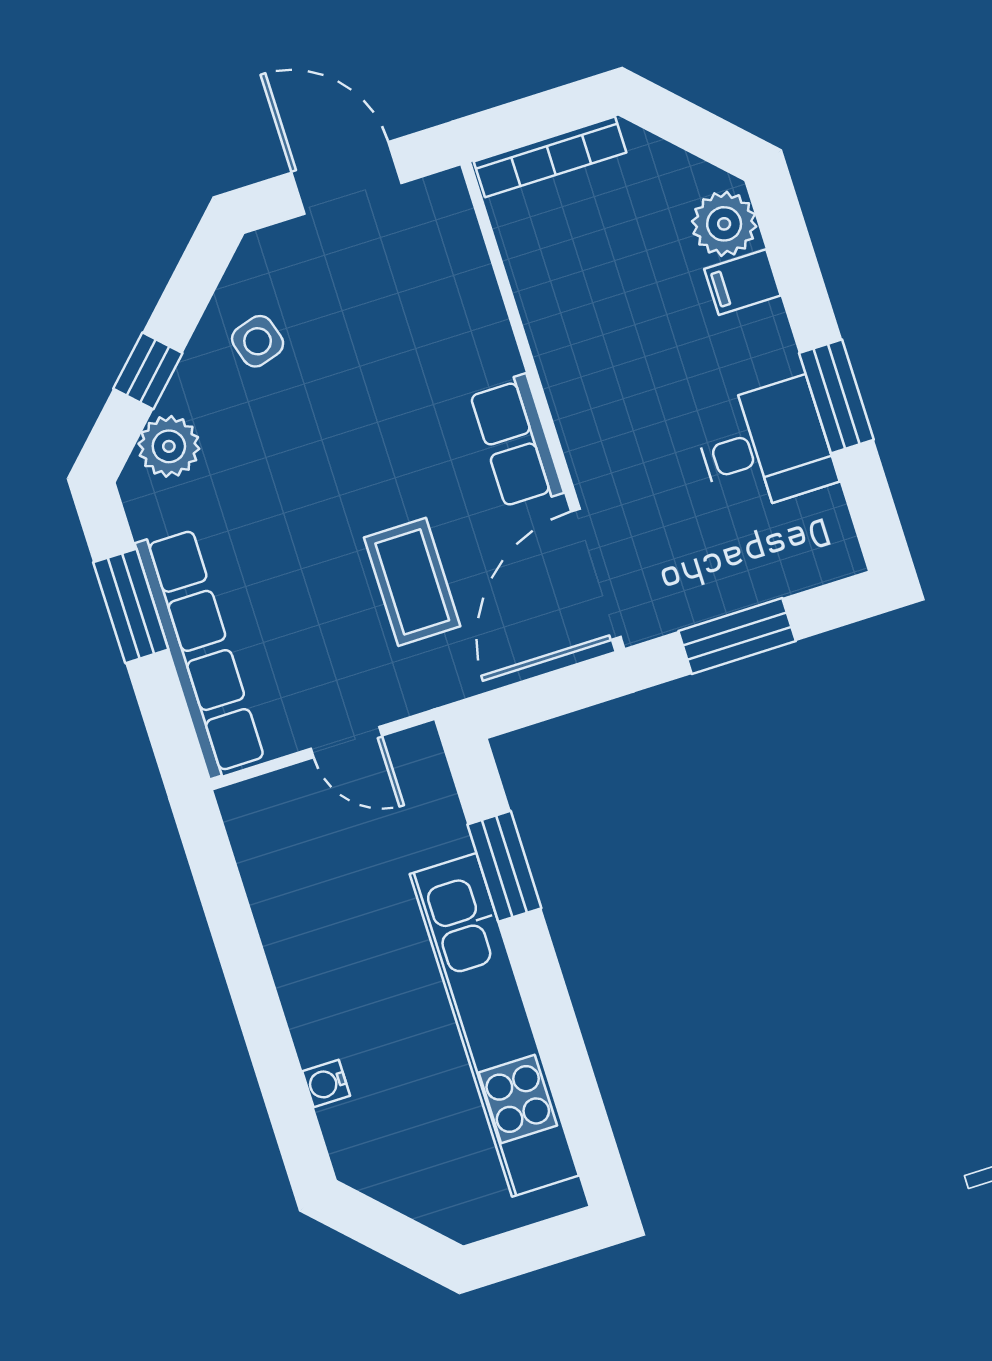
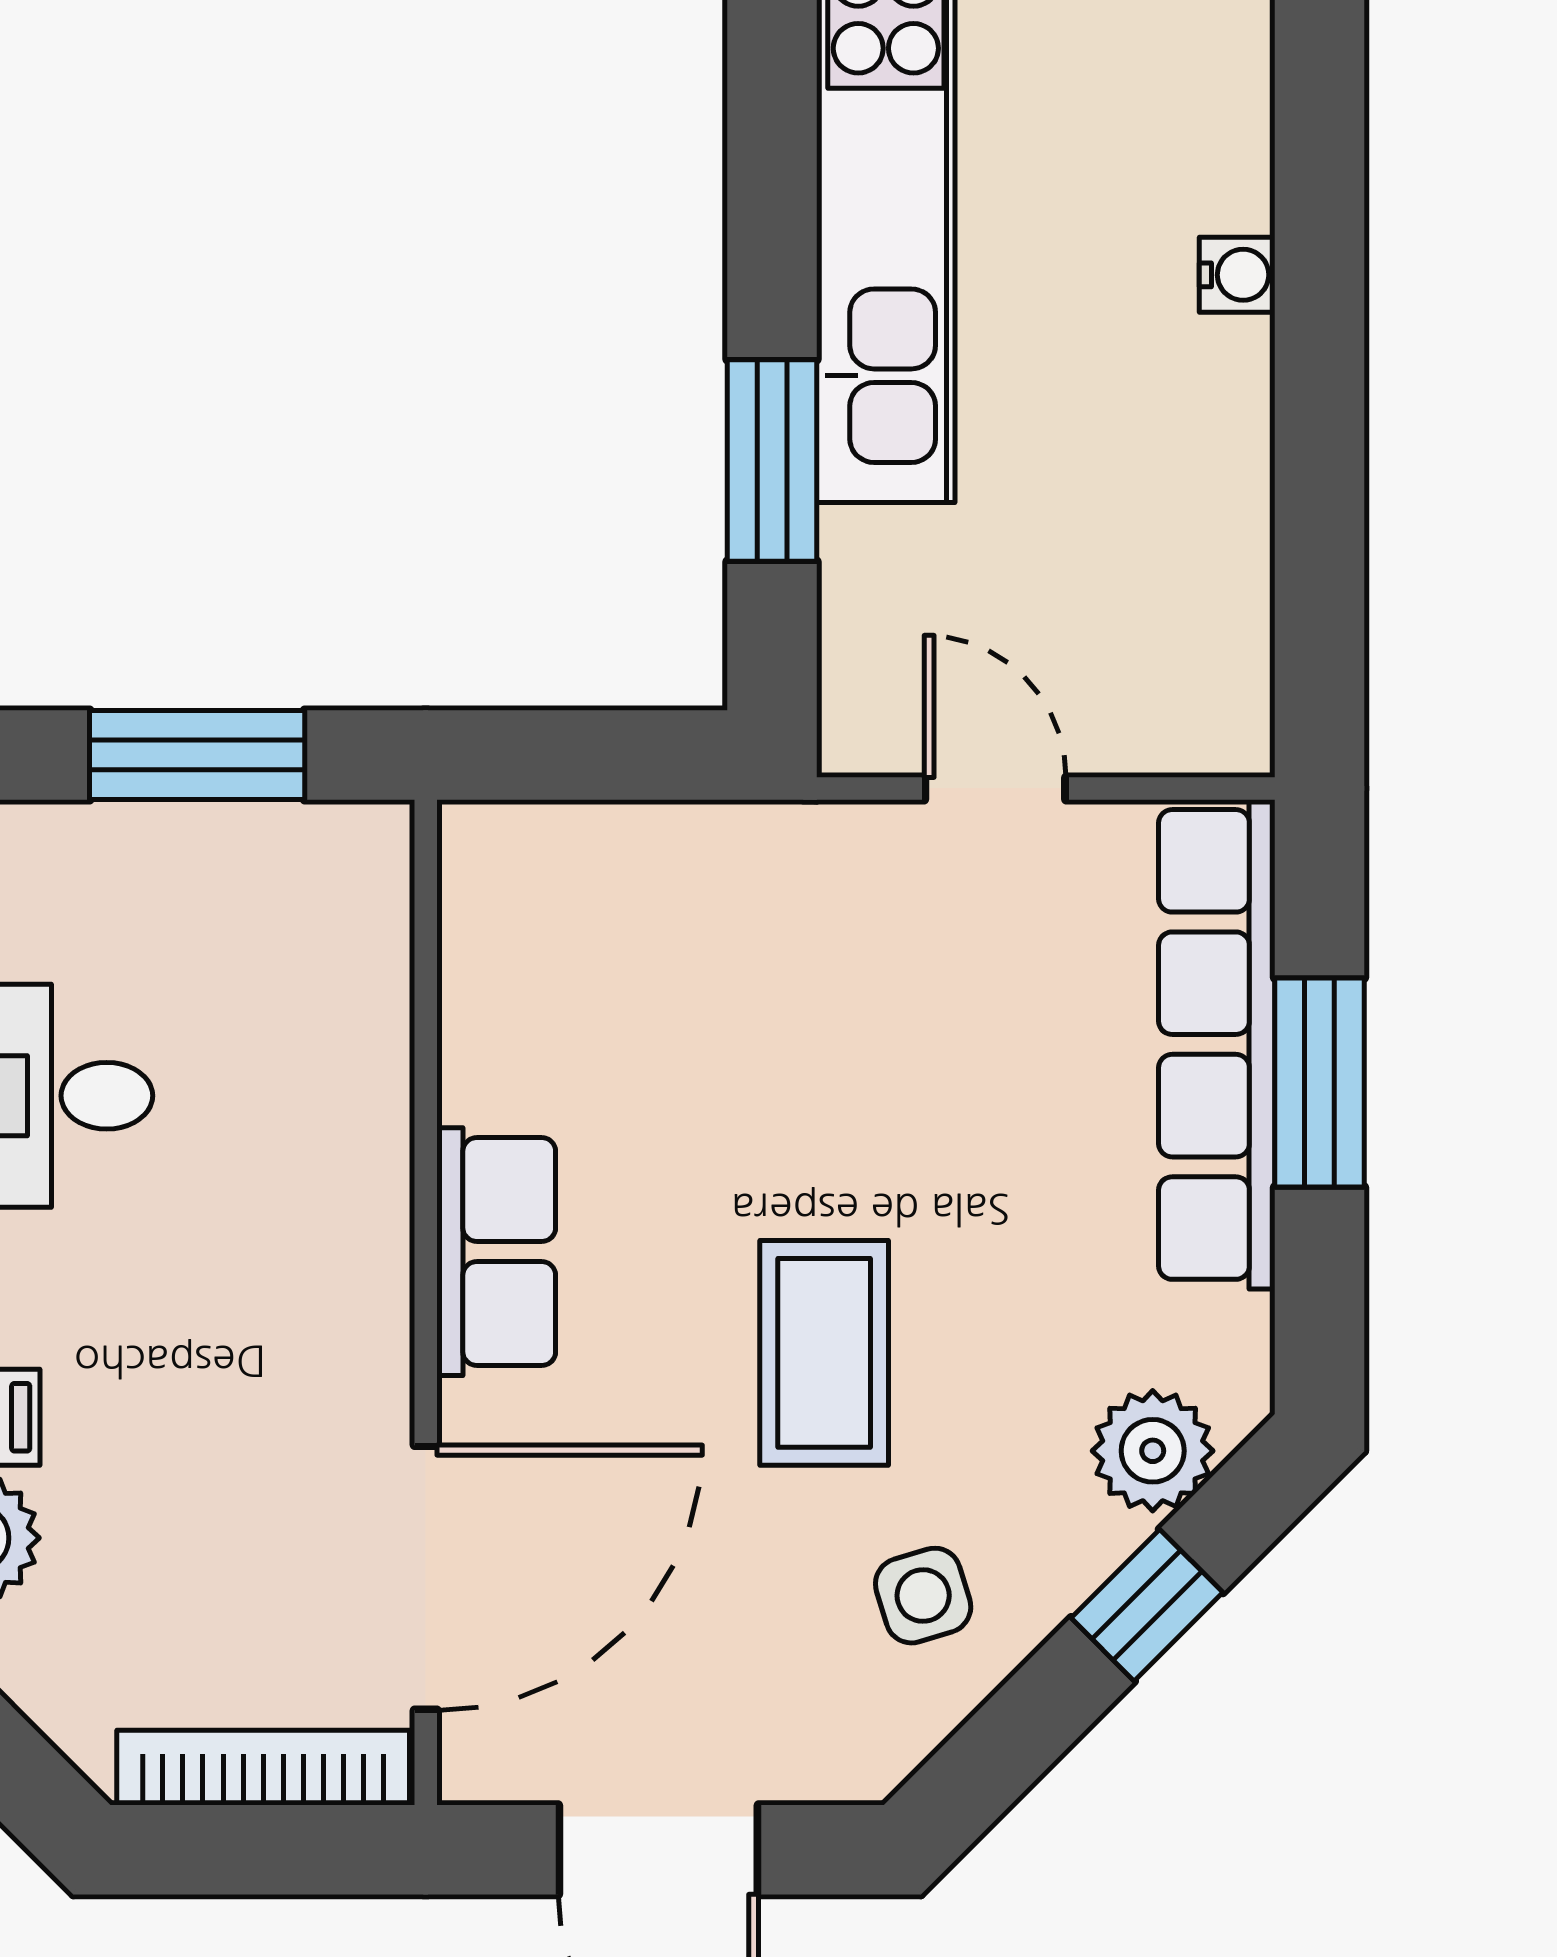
door: (596, 574) -> (426, 1578), moved
coffee table: (412, 582) -> (824, 1353), moved
window: (131, 606) -> (1319, 1082), moved
water cooler: (326, 1083) -> (1237, 275), moved

